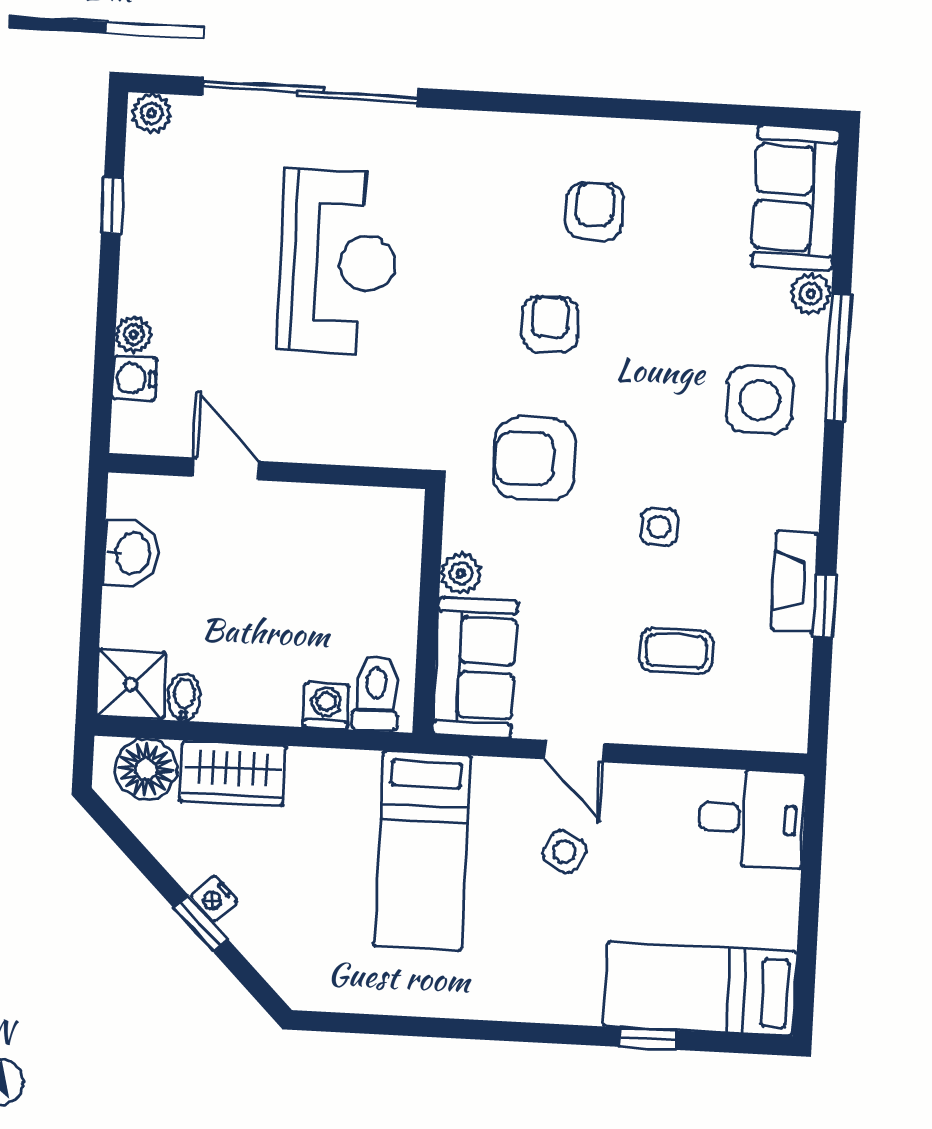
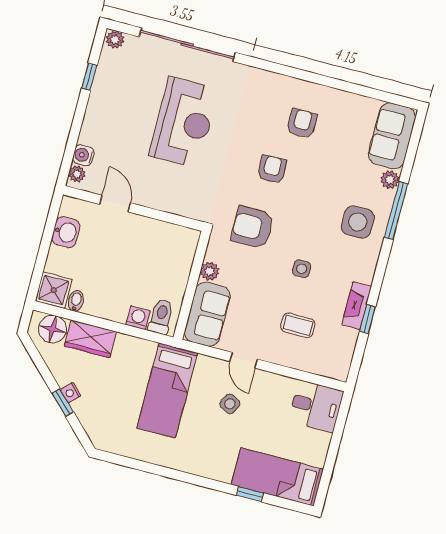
plant: (134, 335) -> (77, 174), moved

